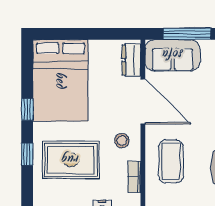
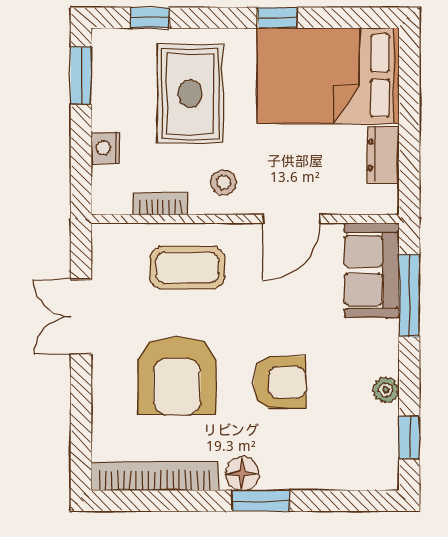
dresser: (131, 60) -> (383, 155), moved, turned -90
door: (143, 102) -> (291, 219), width x0.73
window: (27, 154) -> (150, 18), moved

